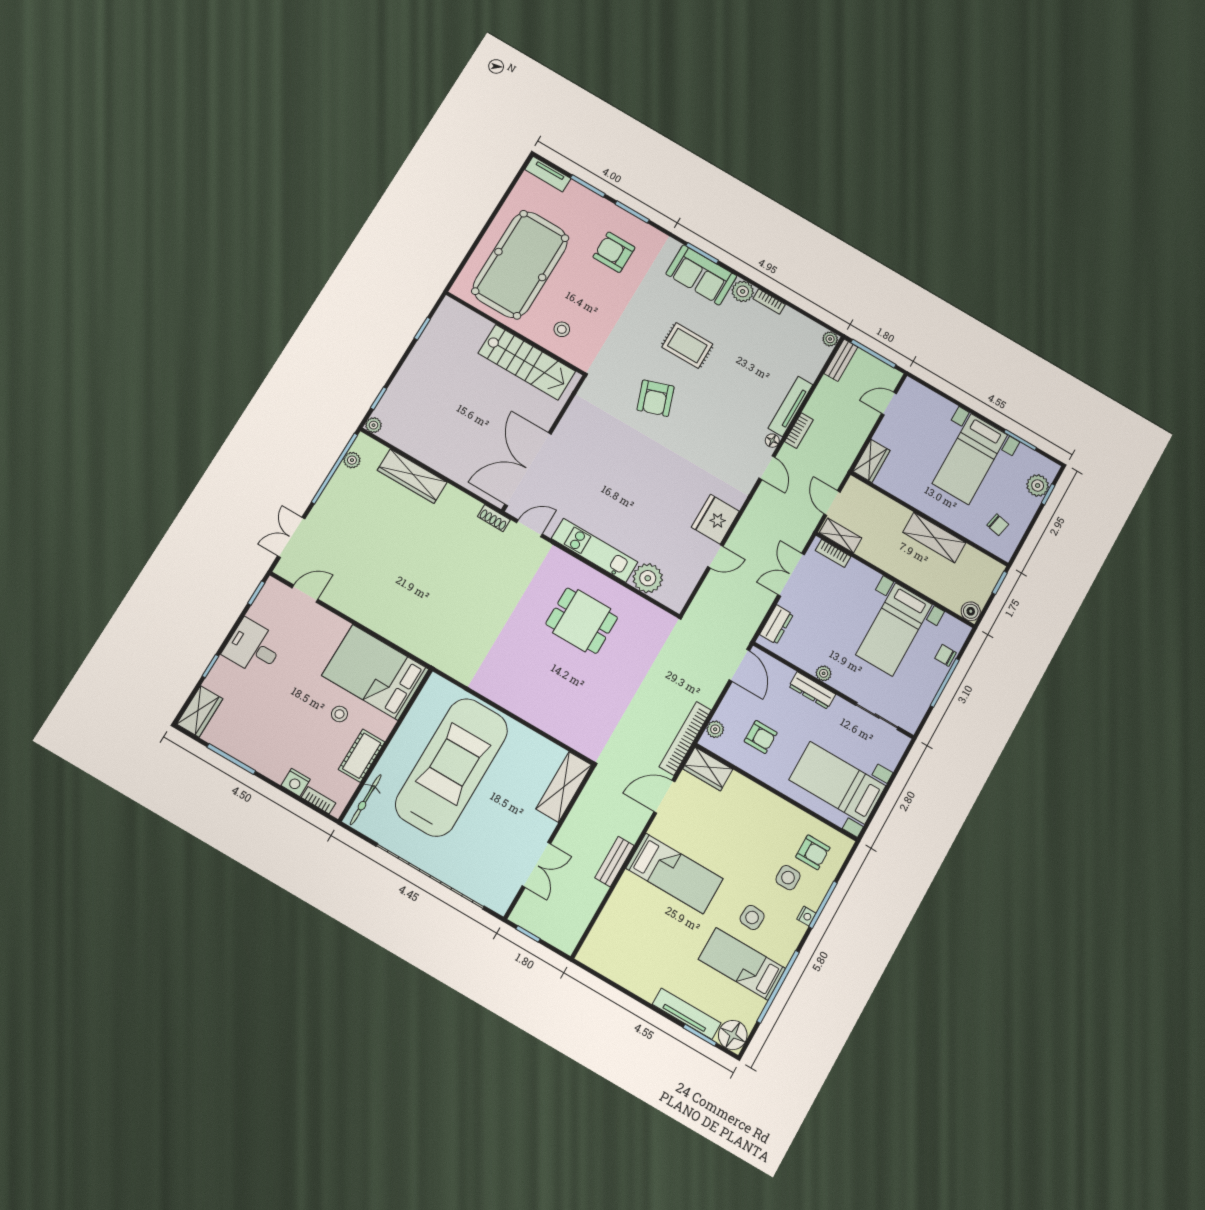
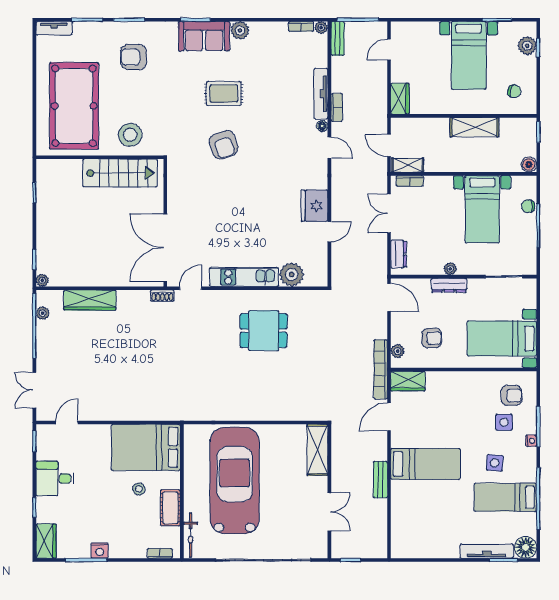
bookcase: (769, 302) -> (301, 26), moved
stool: (562, 329) -> (130, 135), width x1.89, depth x1.89
nightstand: (296, 782) -> (100, 551), moved

